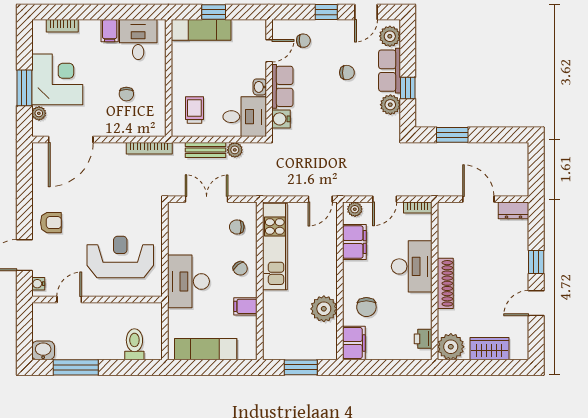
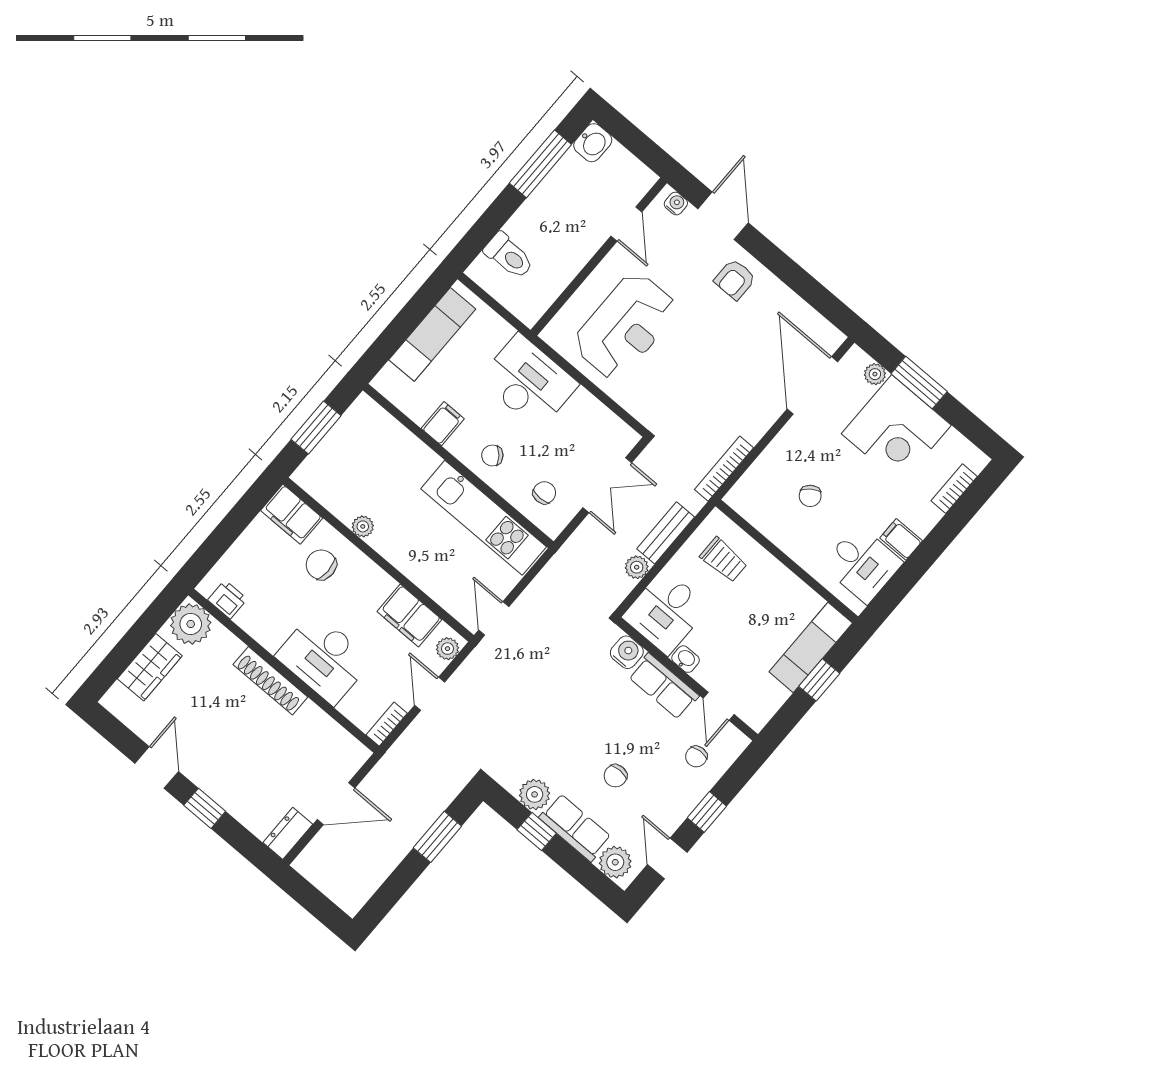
chair: (126, 94) -> (810, 496), turned -126
plant: (324, 309) -> (363, 526), width x0.53, depth x0.53

